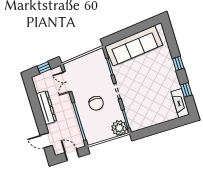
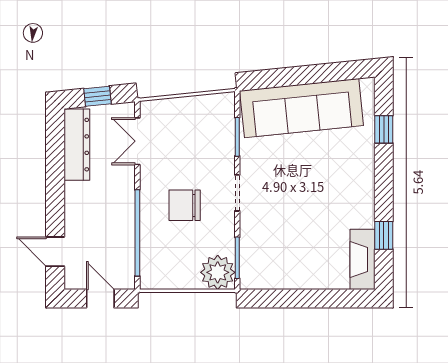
window: (178, 63) -> (384, 129), moved
chair: (96, 103) -> (185, 205), turned 90
dresser: (46, 107) -> (77, 145), moved

